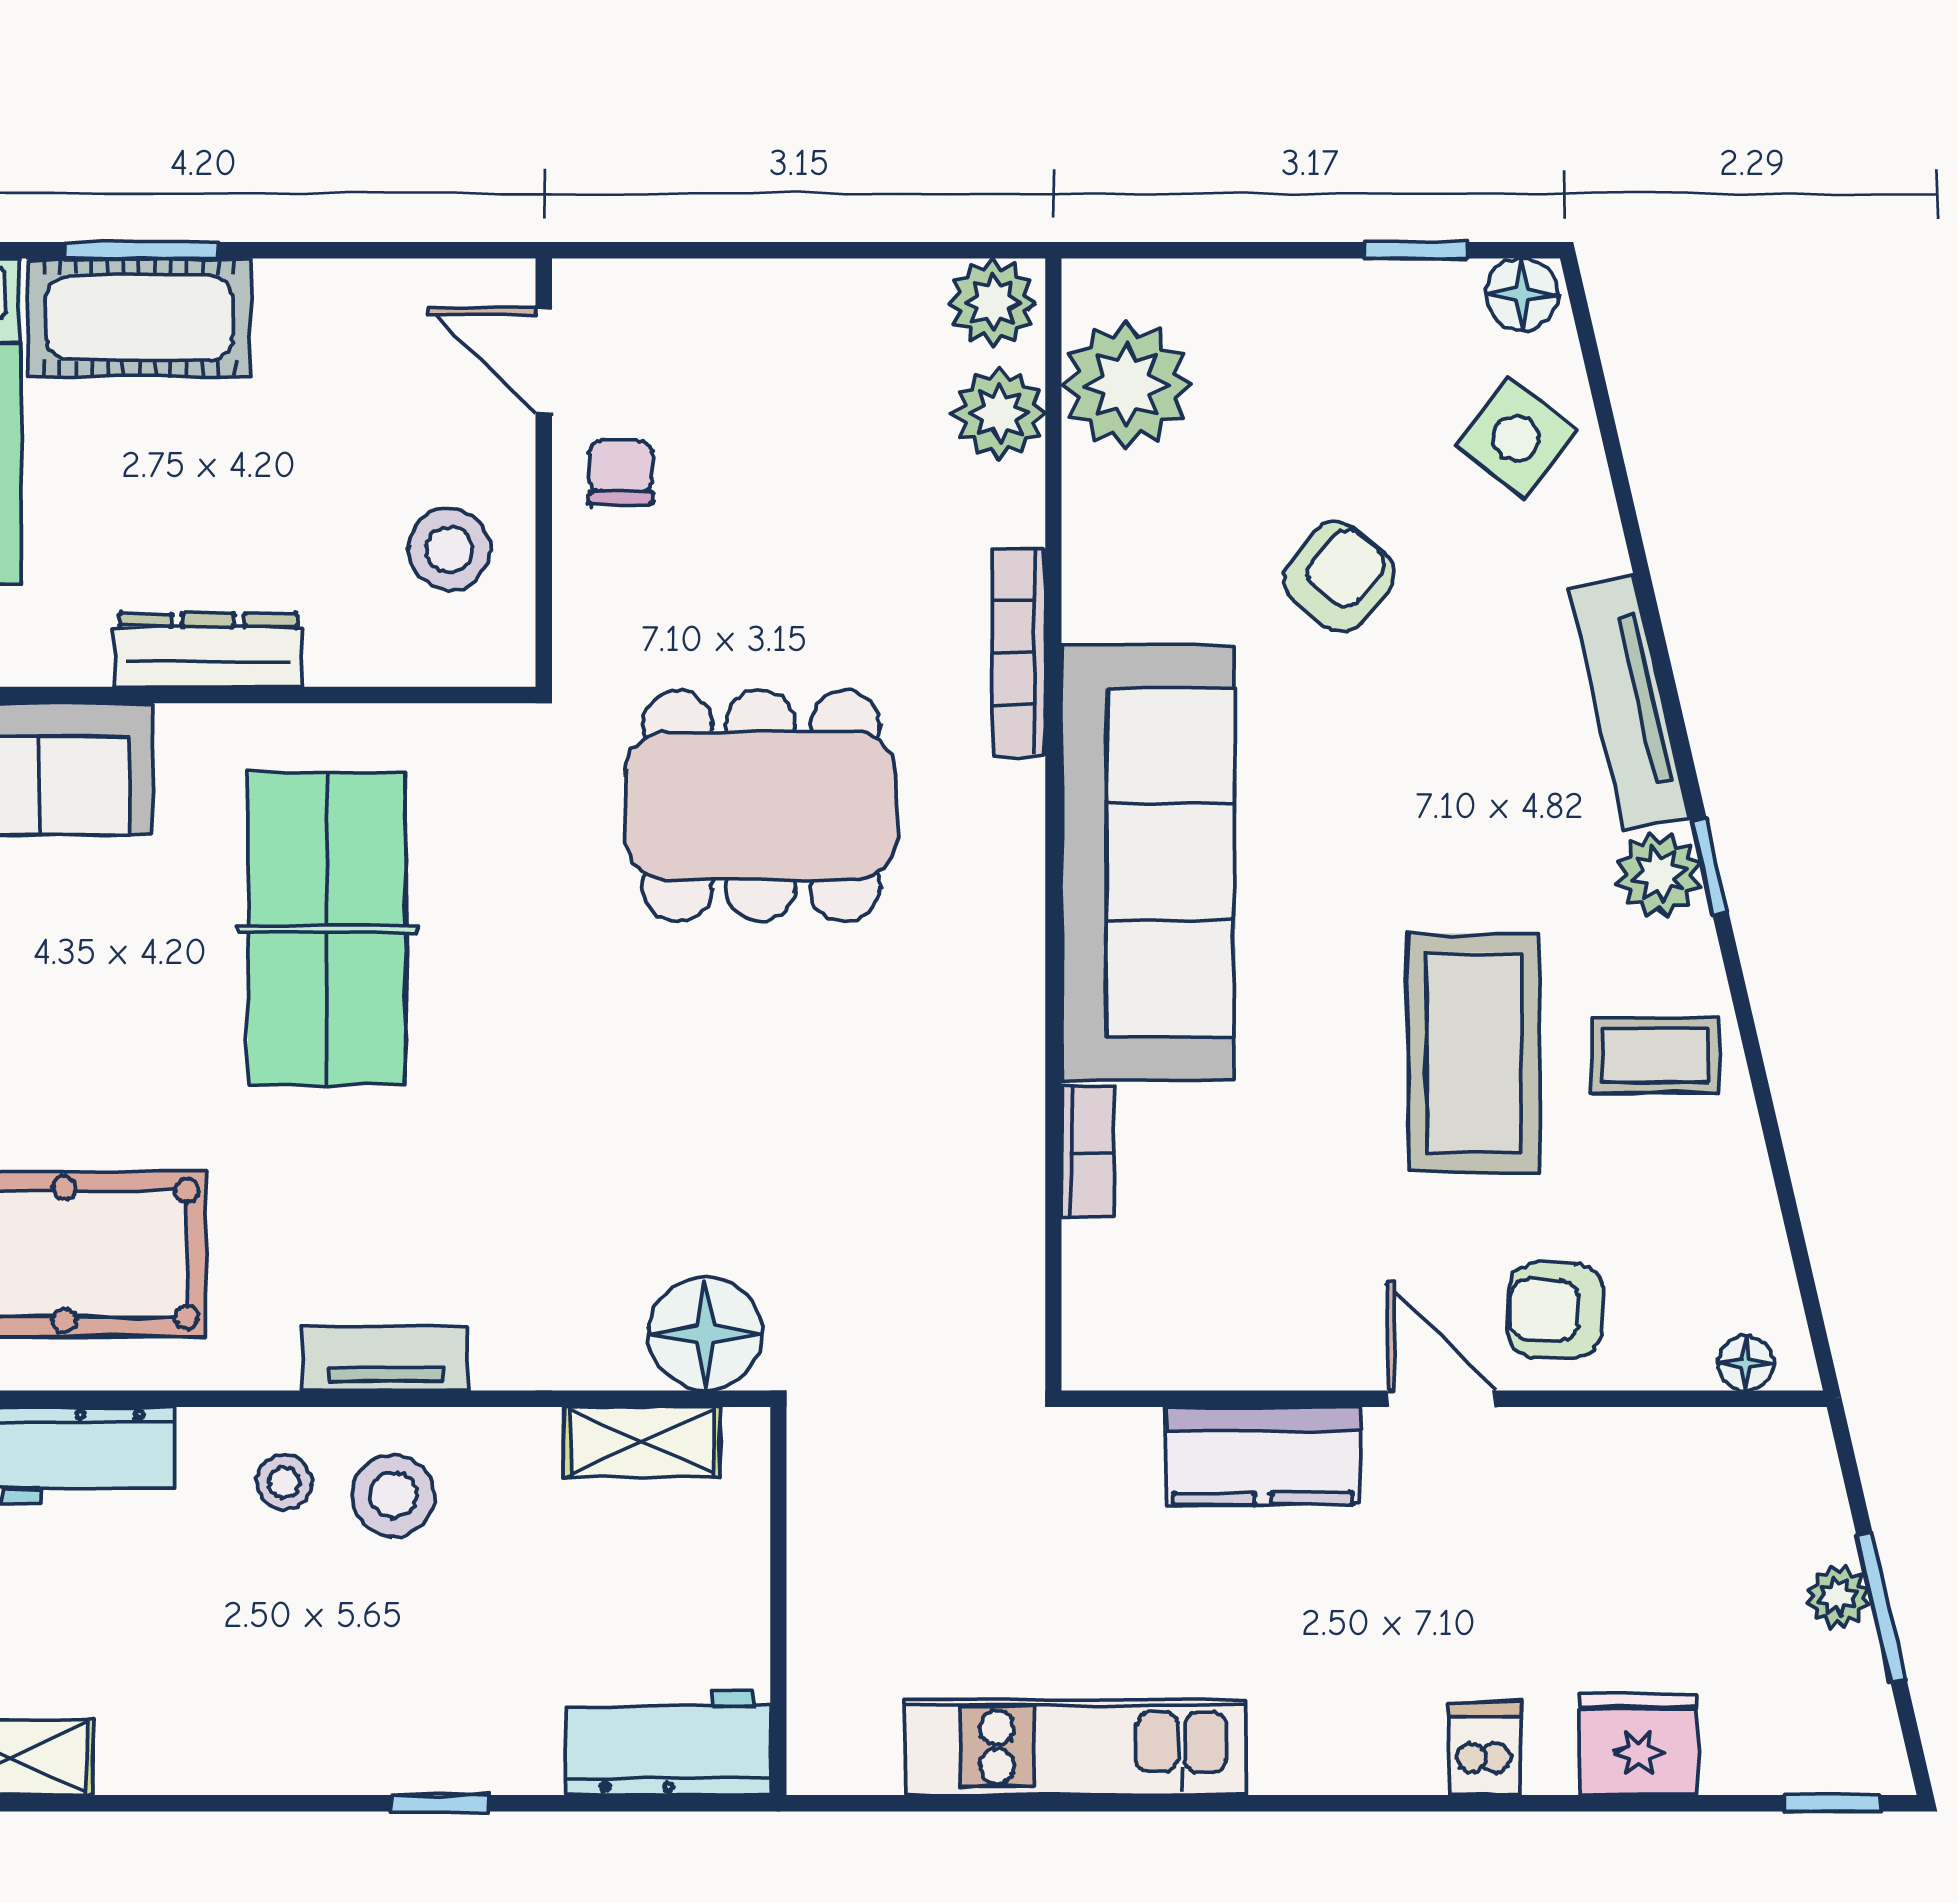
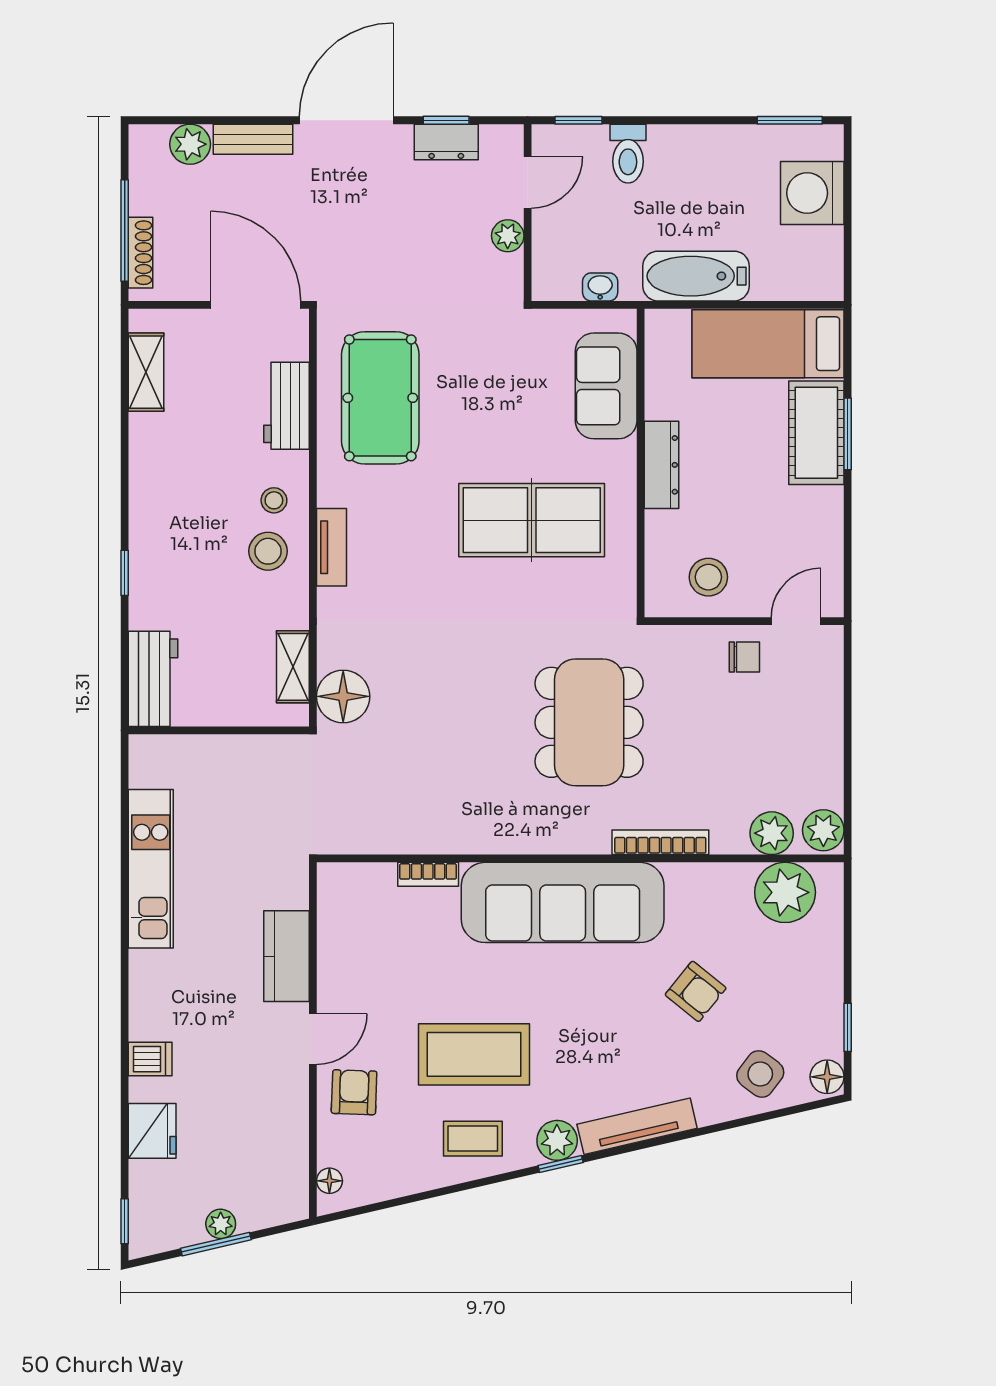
coffee table: (1655, 1055) -> (473, 1139), turned 90

